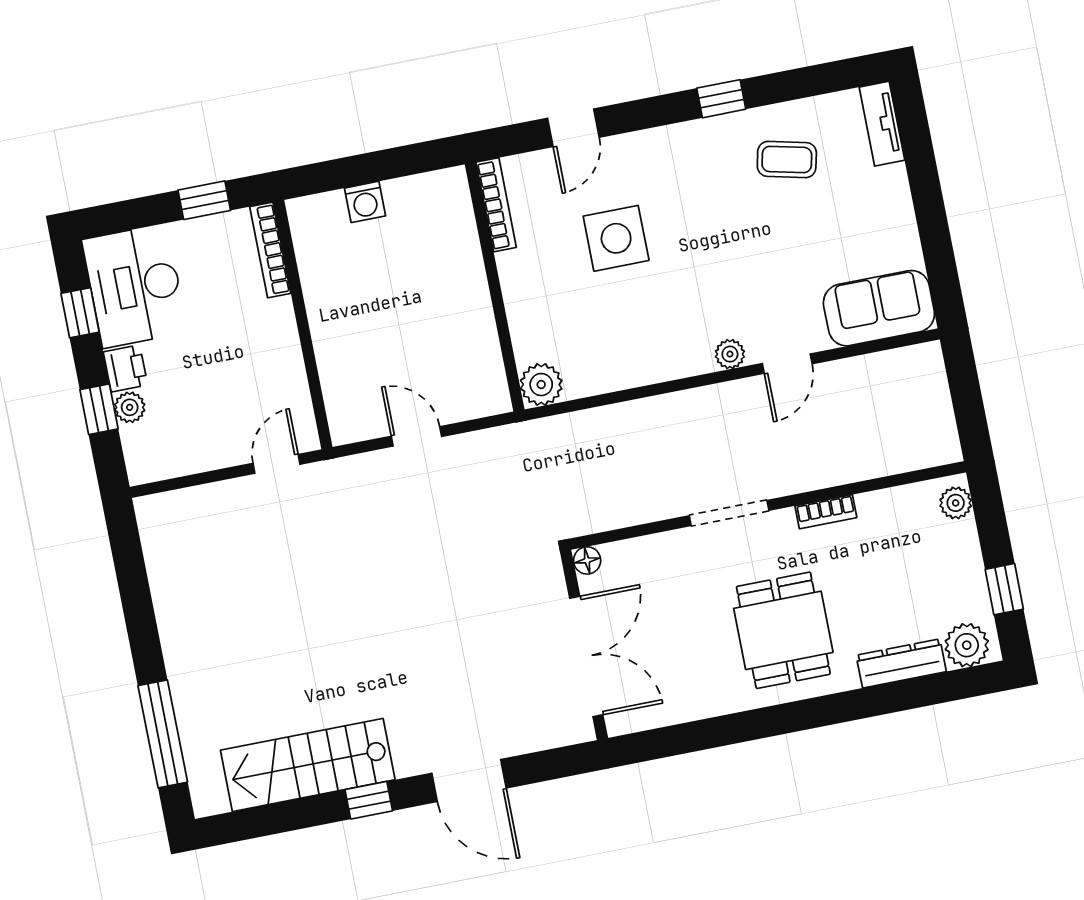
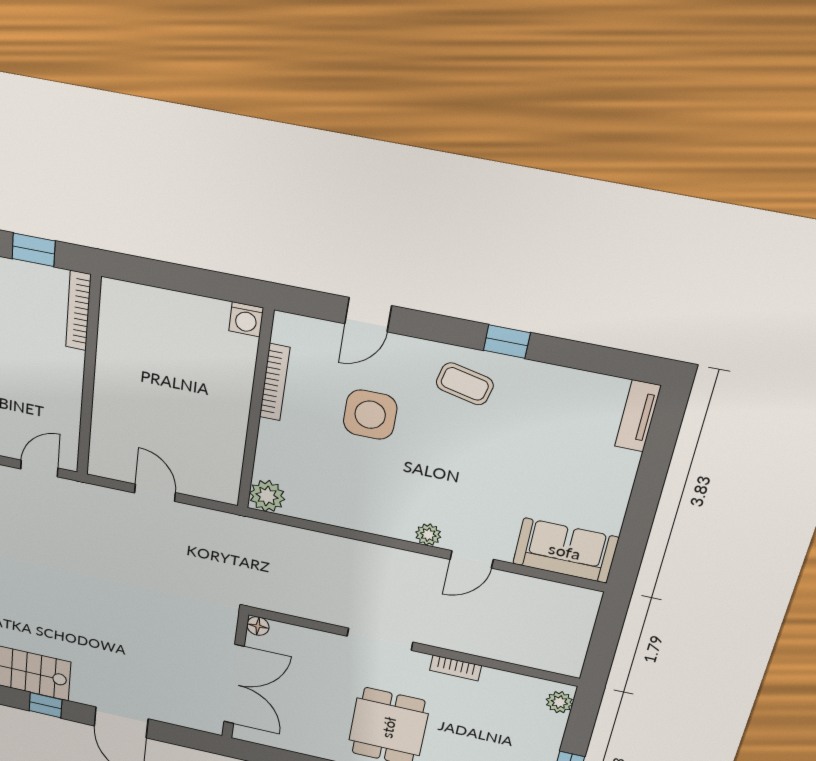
coffee table: (787, 159) -> (465, 384), moved
washing machine: (365, 202) -> (246, 319), moved
bookcase: (496, 205) -> (275, 382), moved

